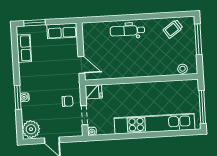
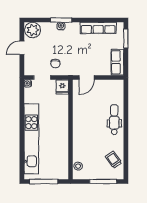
row of seats: (24, 48) -> (98, 28), width x1.48

